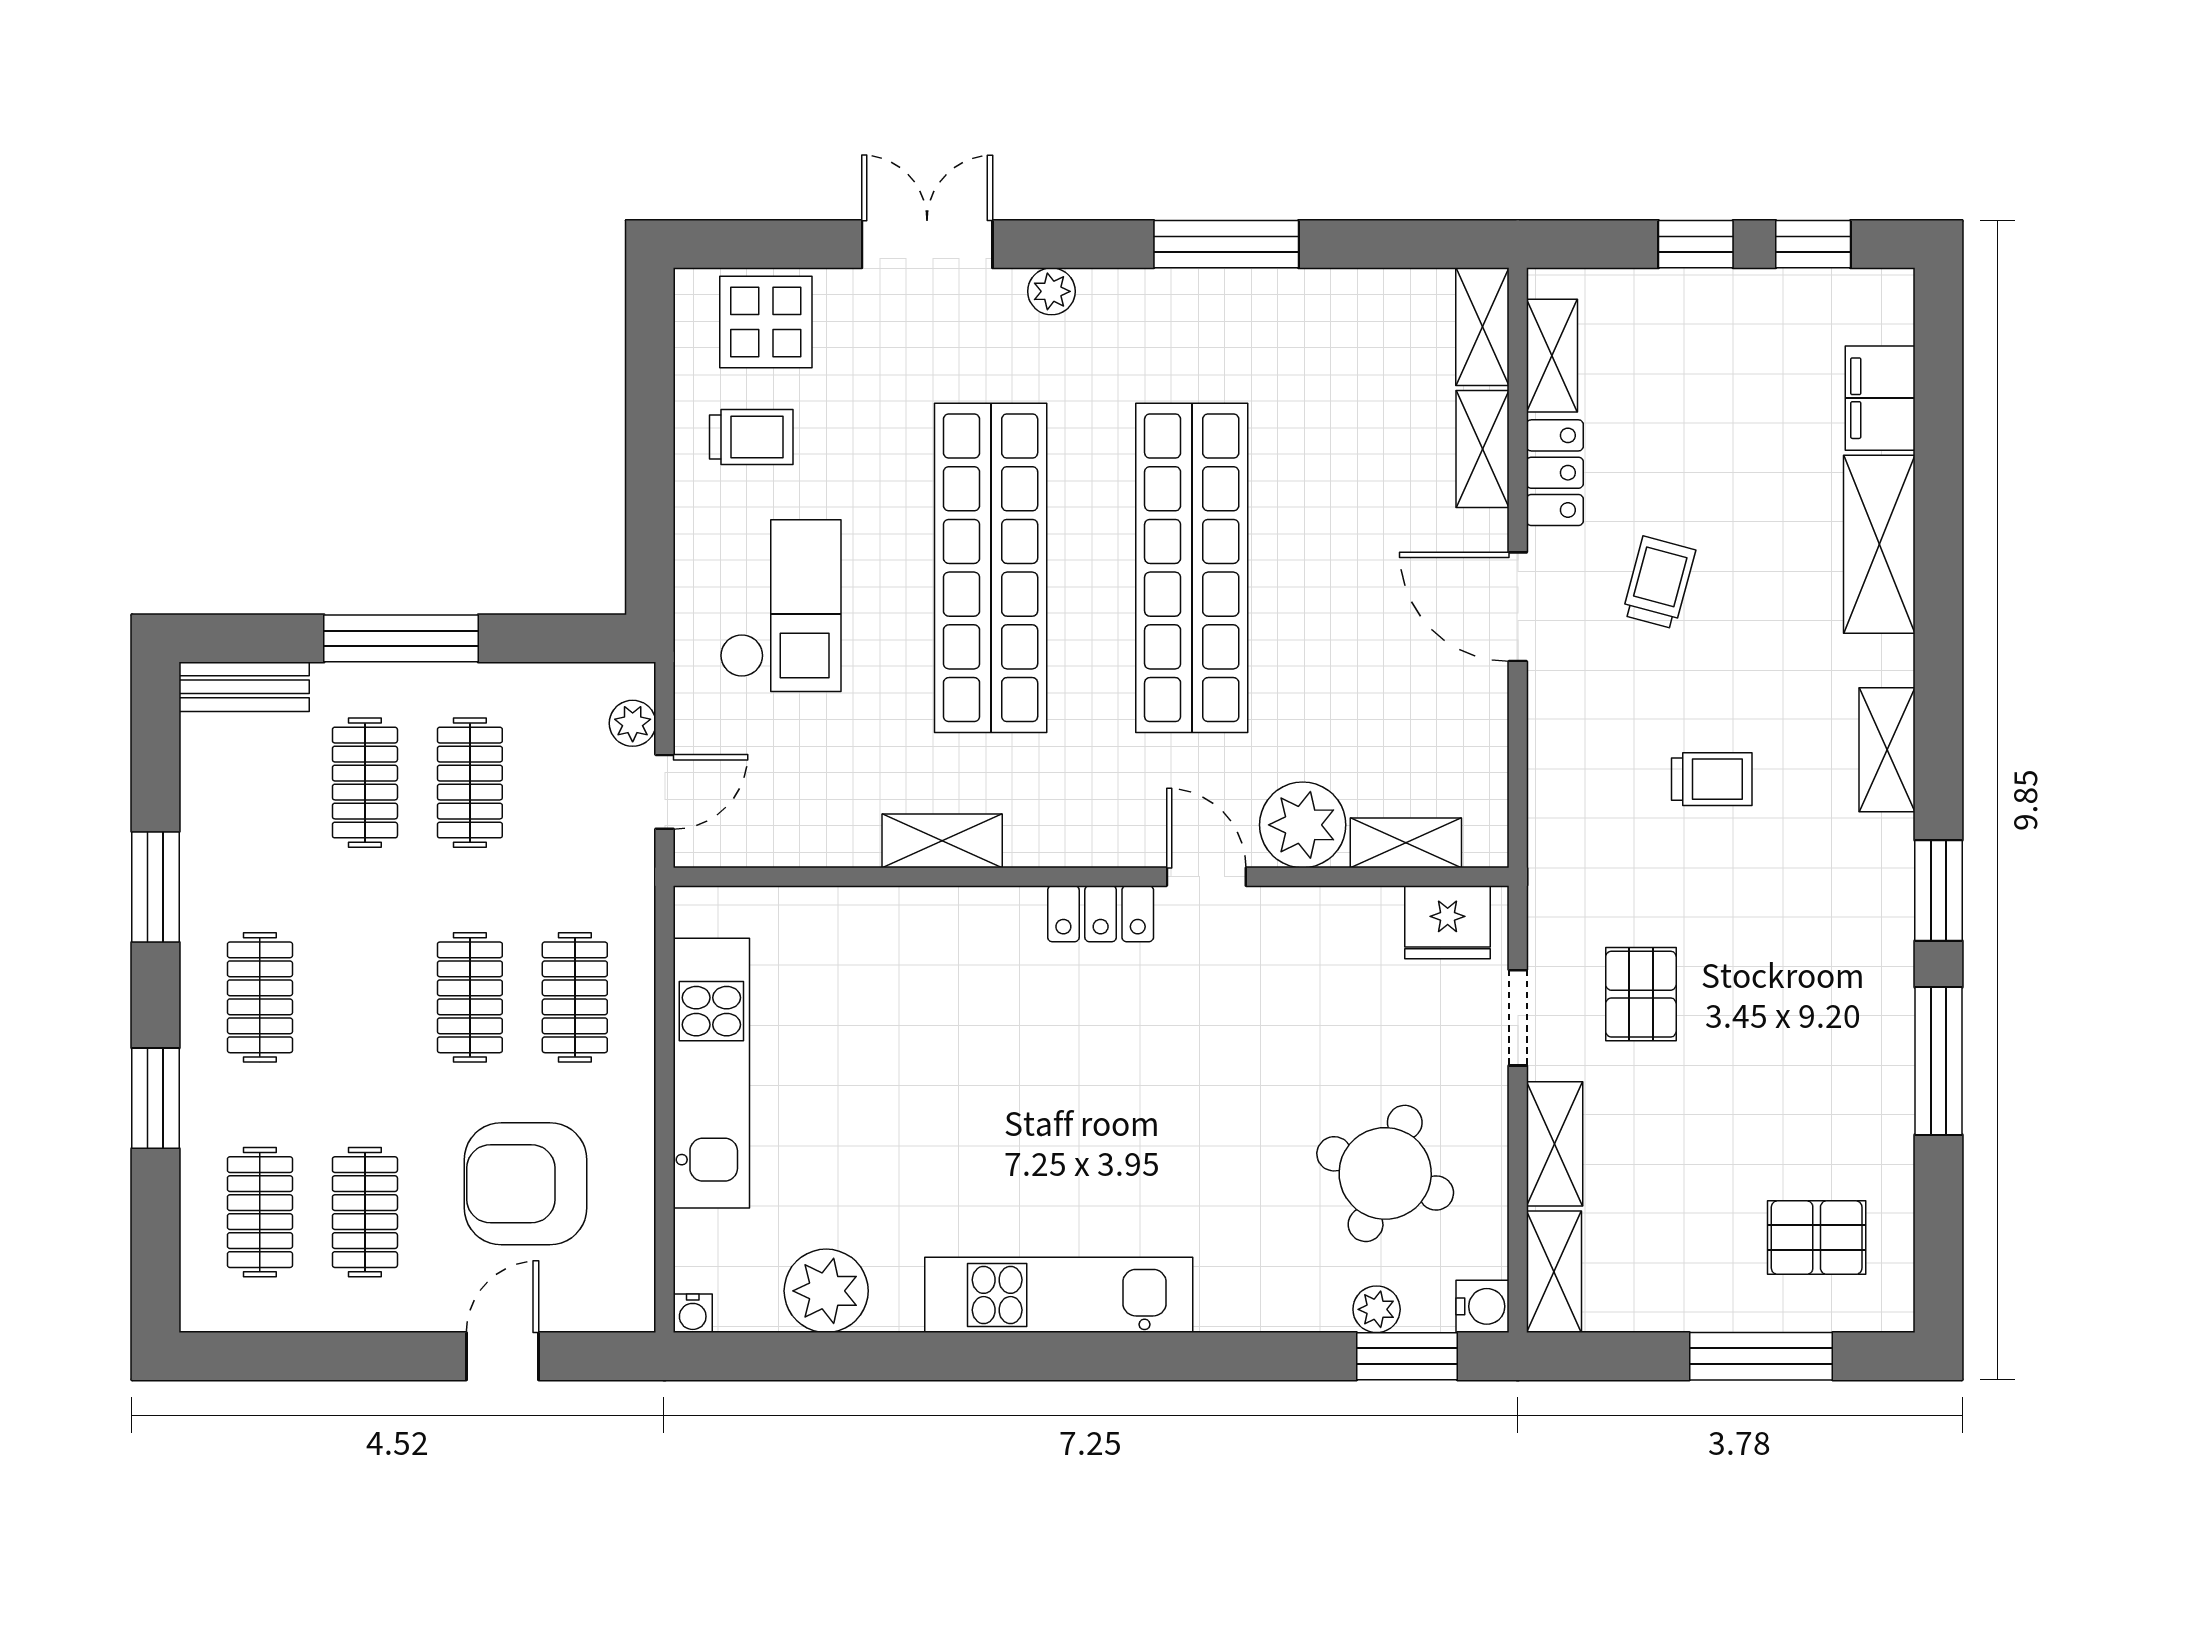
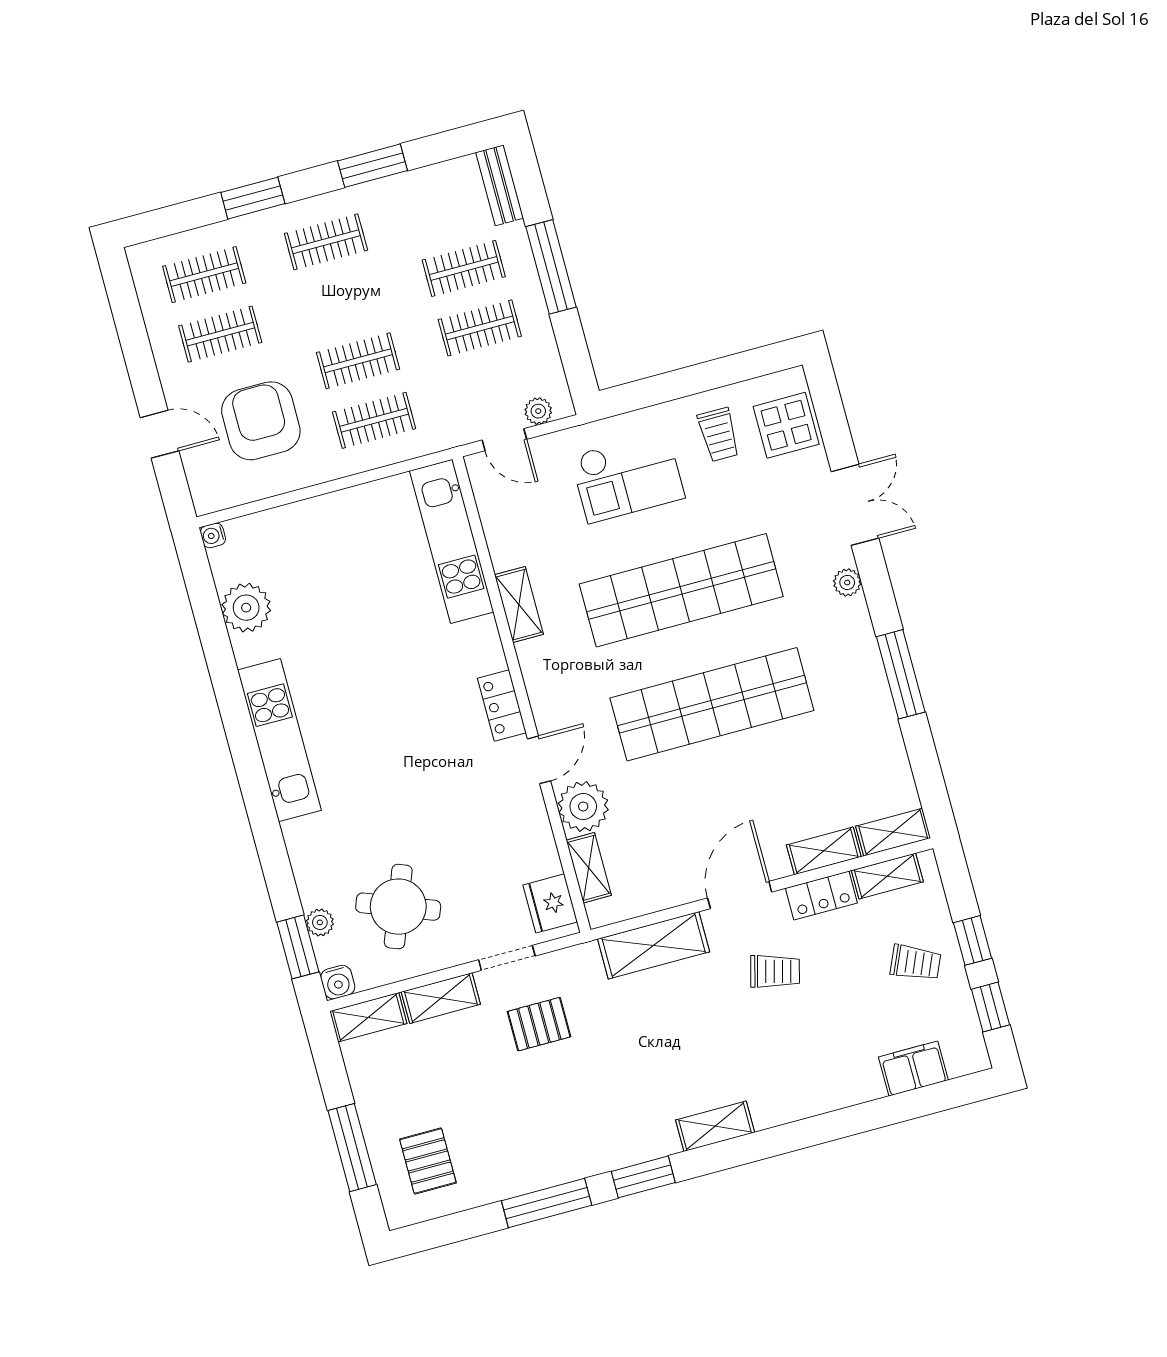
shelving: (1879, 544) -> (654, 945), moved
trolley: (1712, 779) -> (915, 963), moved, turned -66
kitchen unit: (711, 1073) -> (452, 541), moved, turned 90

